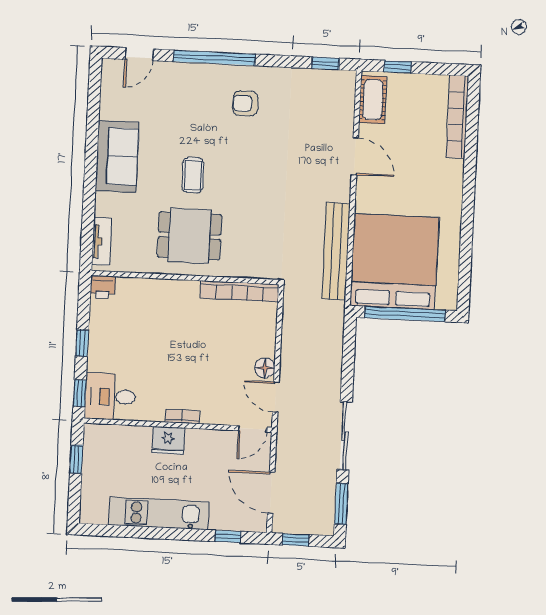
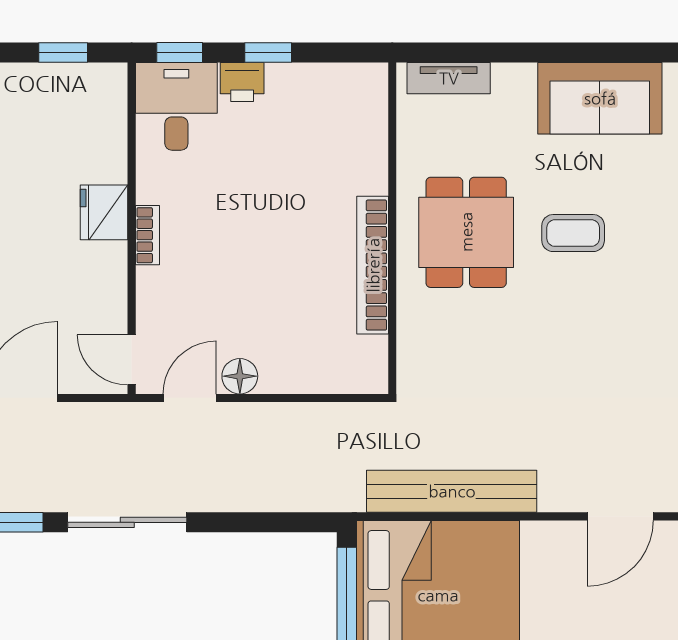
printer: (103, 287) -> (242, 82), moved, turned -90
bookcase: (239, 291) -> (373, 265), moved

